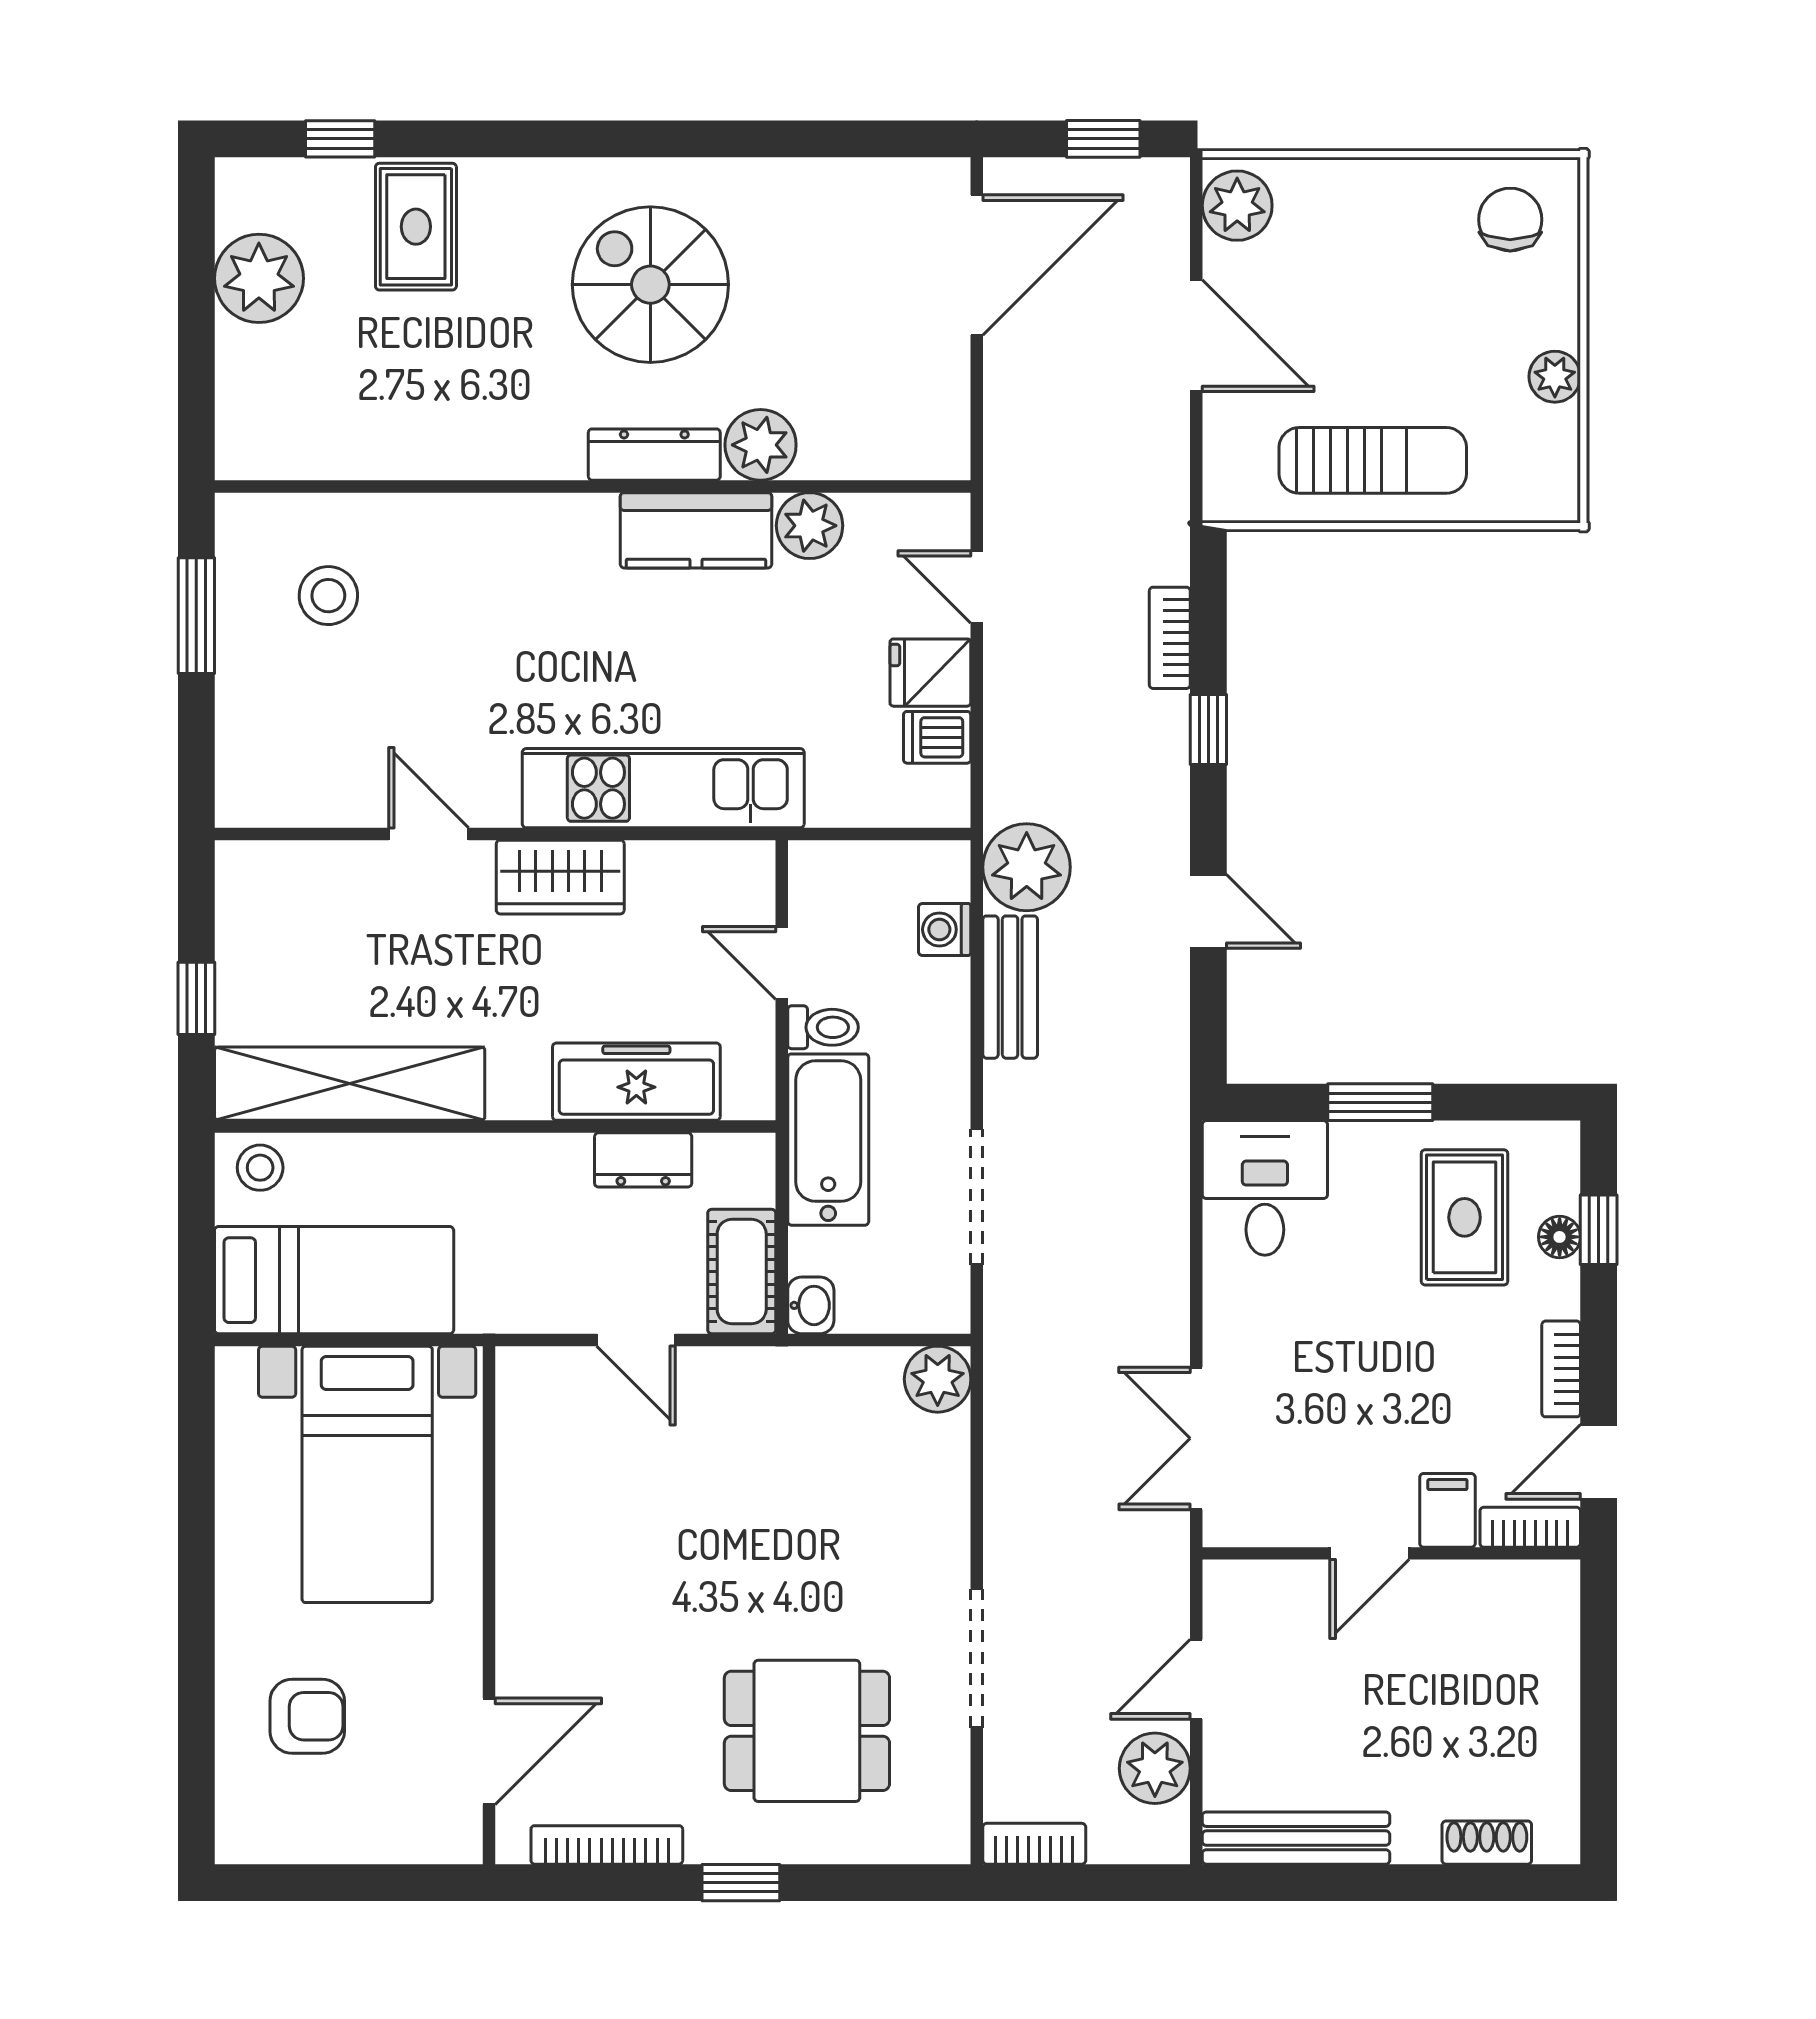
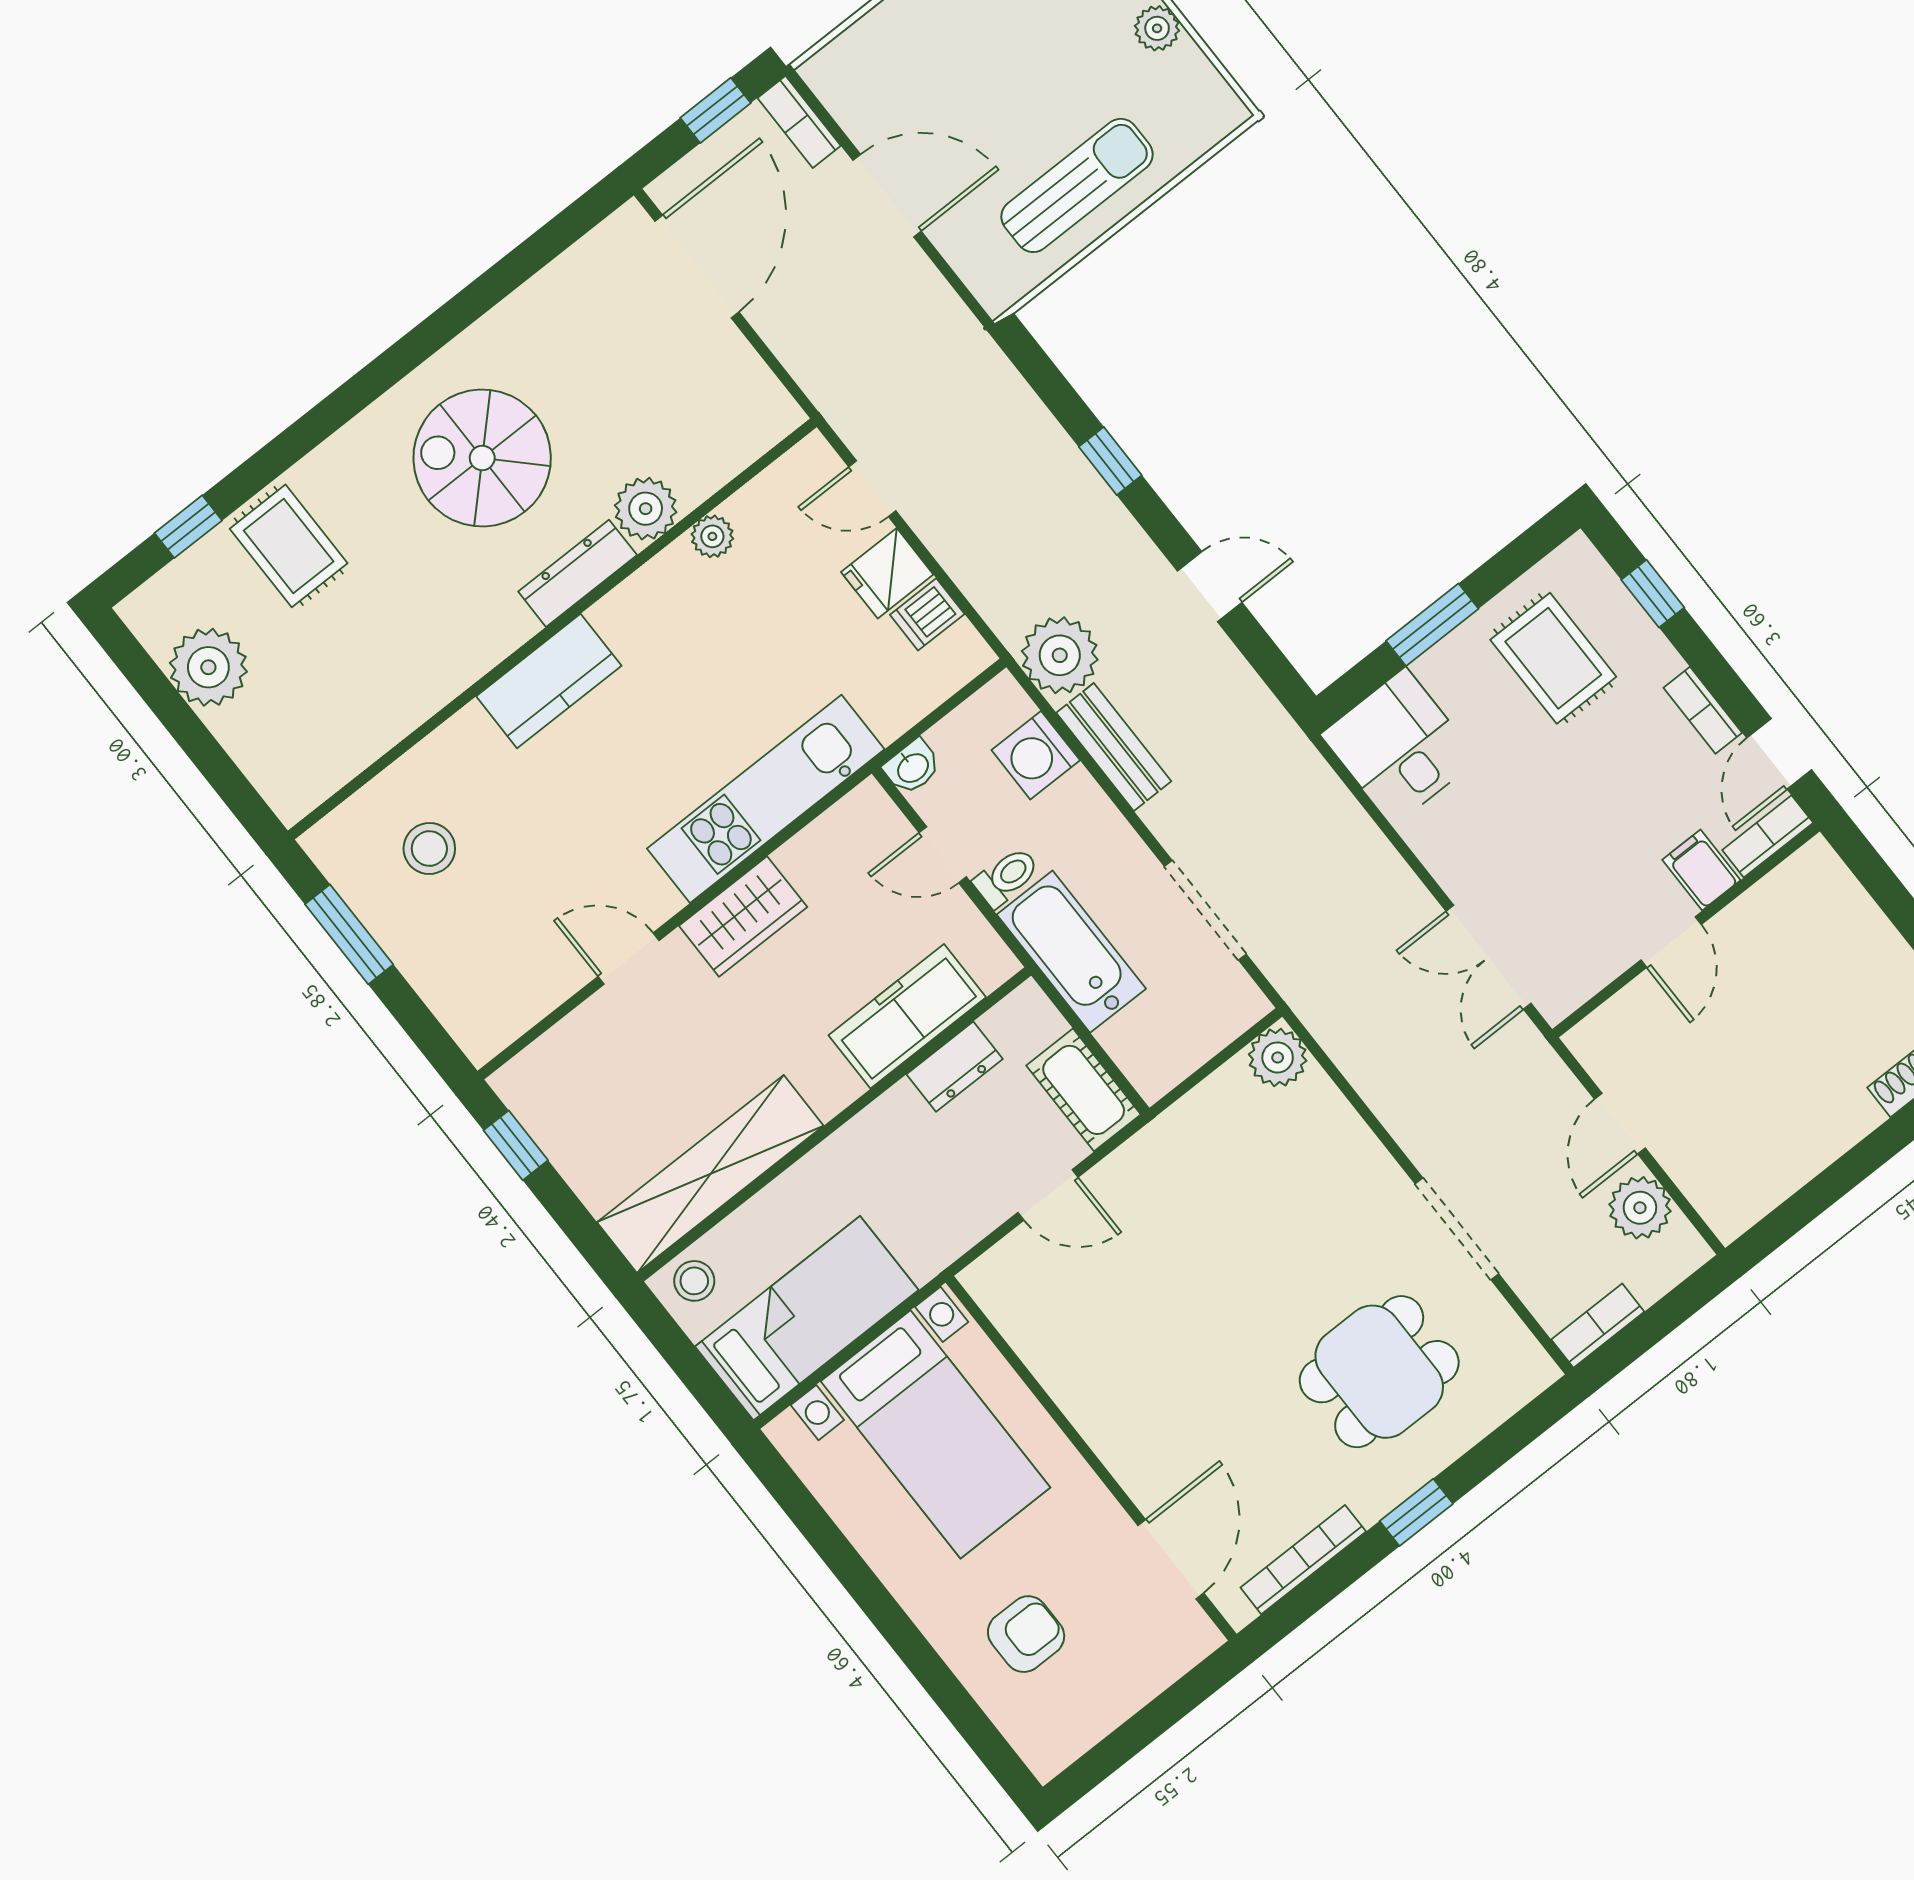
plant: (1237, 206) -> (844, 83), removed
plant: (810, 526) -> (712, 536), width x0.73, depth x0.73
kitchen counter: (696, 530) -> (549, 681), moved
bookcase: (1170, 638) -> (799, 122), moved
washing machine: (945, 929) -> (1036, 755), width x1.38, depth x1.38
window: (196, 998) -> (516, 1145), moved
floor lamp: (1560, 1237) -> (1630, 620), removed
washbasin: (811, 1305) -> (912, 767), moved, turned 90
bench: (1296, 1838) -> (1775, 1179), removed

